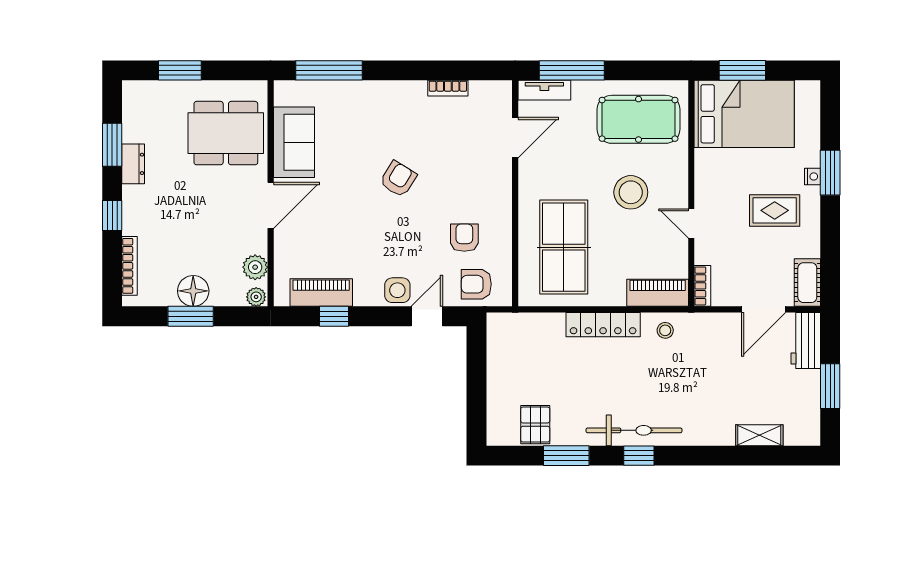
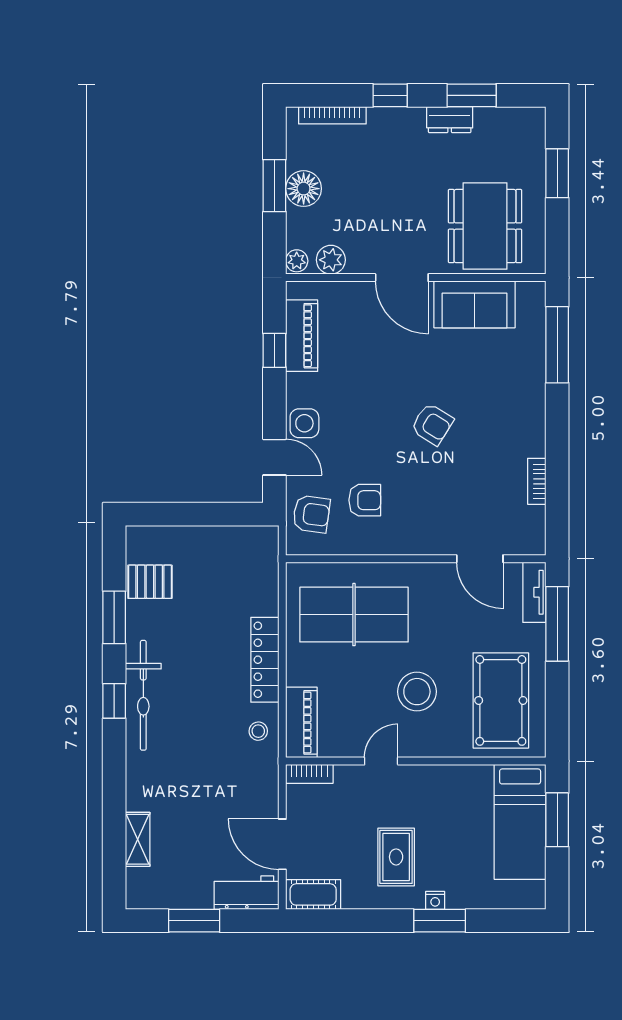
bed: (744, 114) -> (520, 822), width x0.67
armchair: (476, 284) -> (311, 514), turned 98

